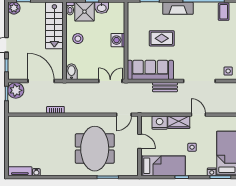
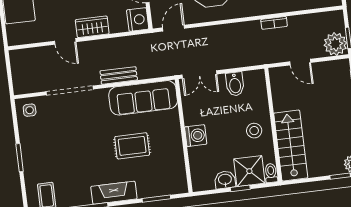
bidet: (71, 72) -> (235, 84), moved
door: (41, 81) -> (300, 62), width x0.53
nightstand: (160, 123) -> (138, 19), moved, turned -90

